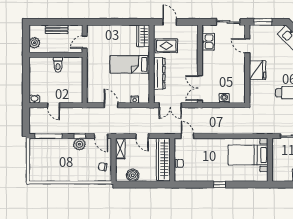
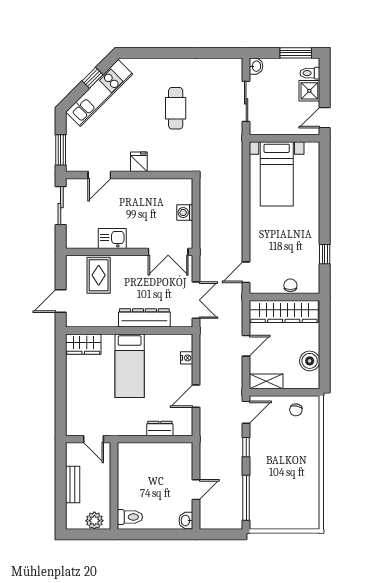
kitchen sink: (208, 42) -> (112, 239), moved
rug: (166, 46) -> (99, 275), moved
toilet: (58, 65) -> (130, 517), moved
fridge: (258, 70) -> (139, 162), width x0.53, depth x0.75
dresser: (91, 83) -> (160, 428), added
plant: (79, 144) -> (259, 448), removed
window: (220, 185) -> (325, 254), moved
door: (283, 185) -> (325, 118), added

